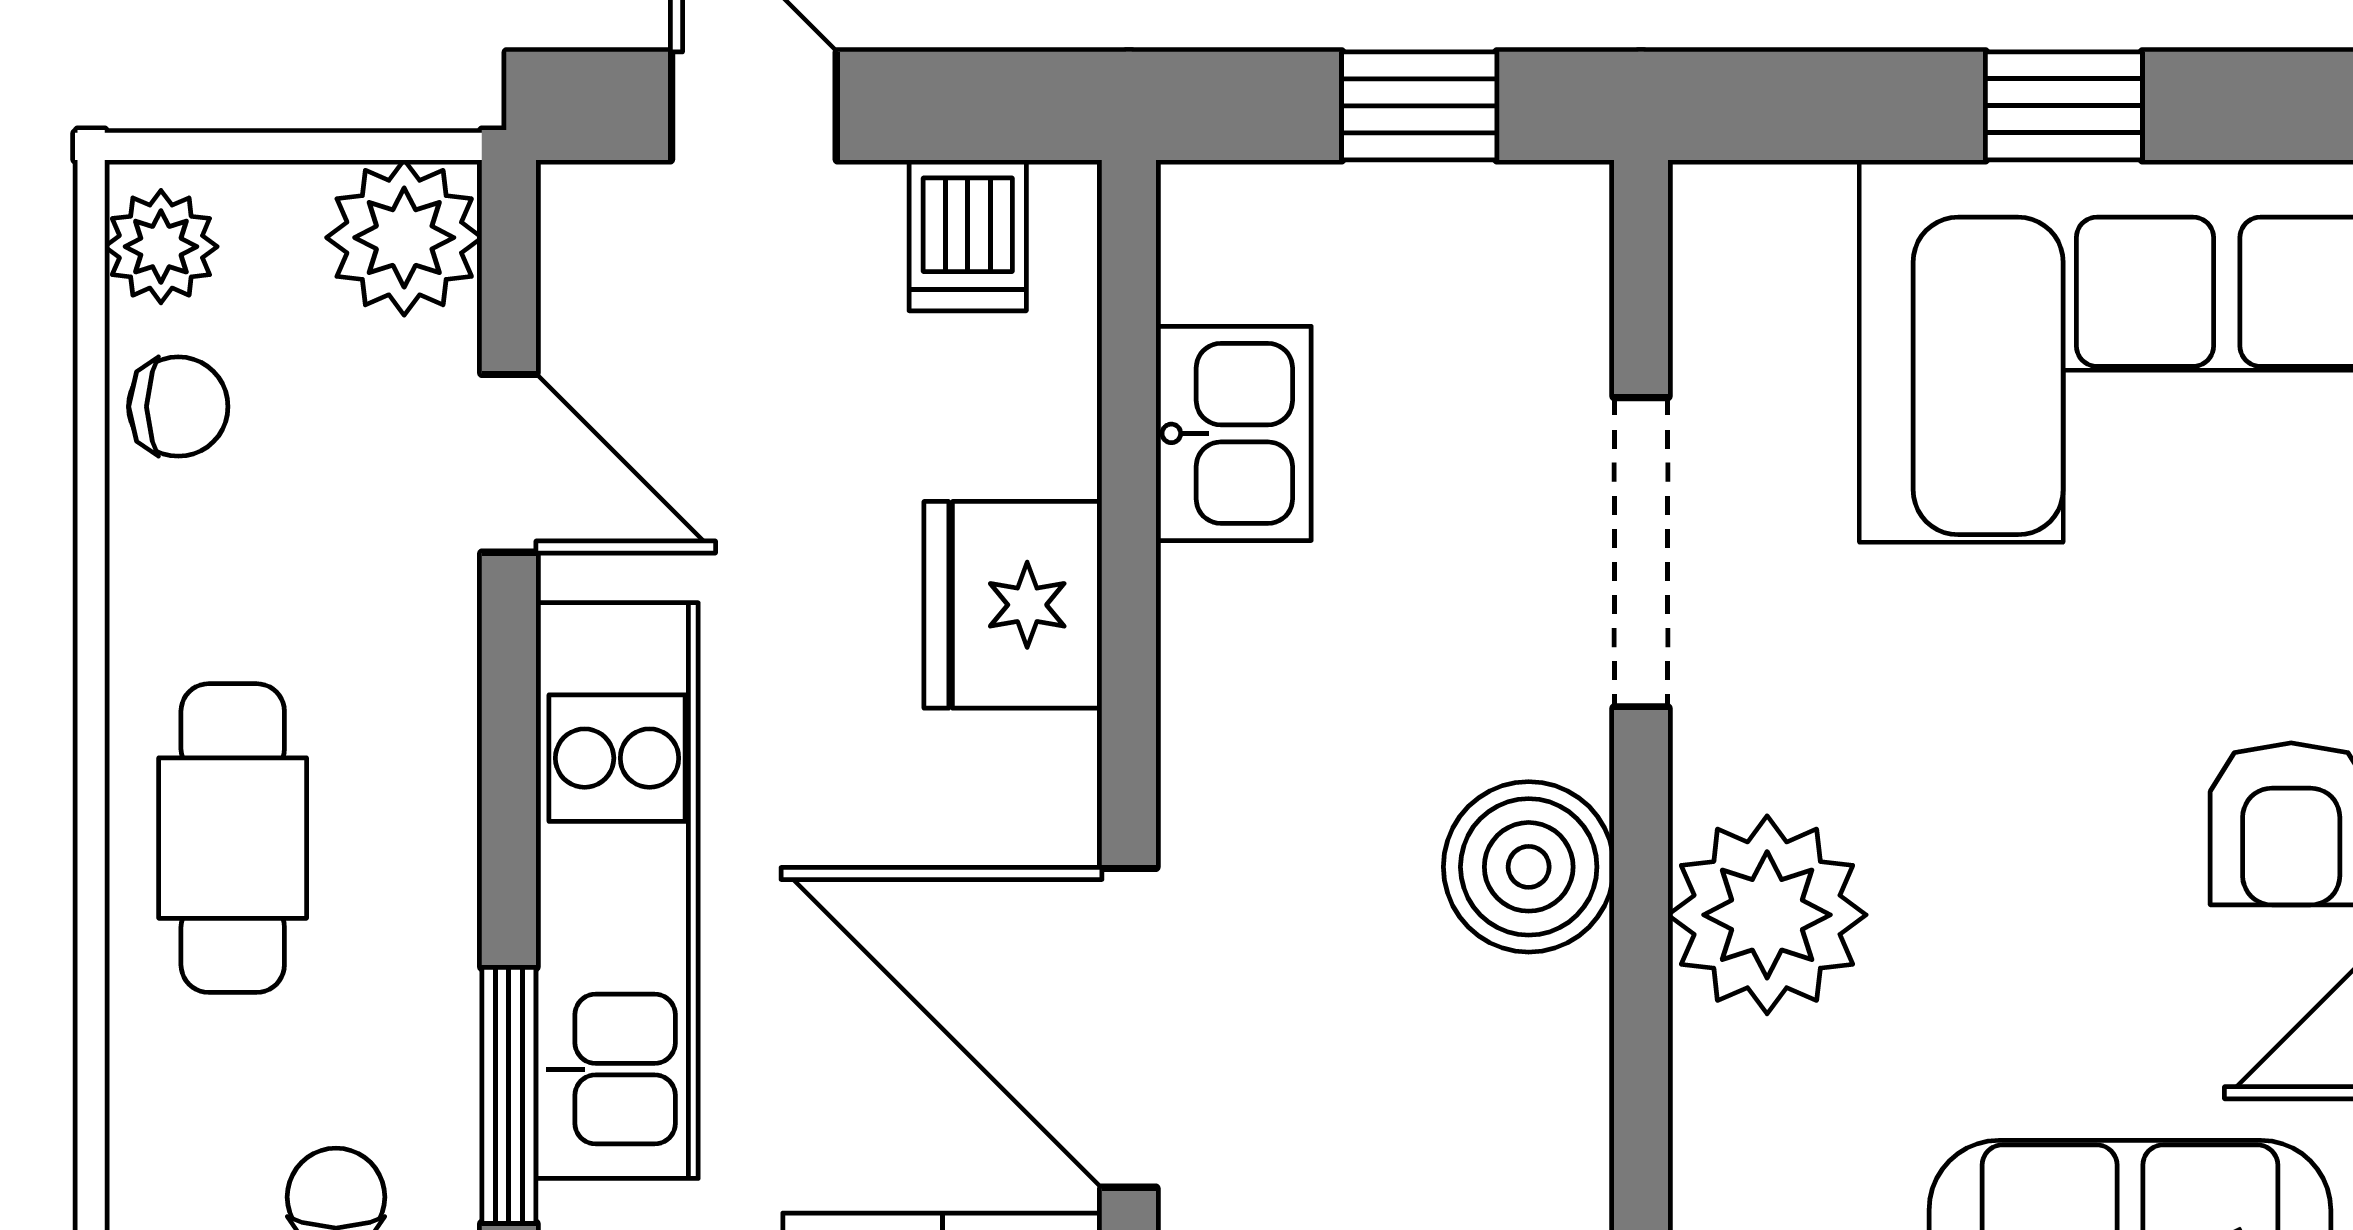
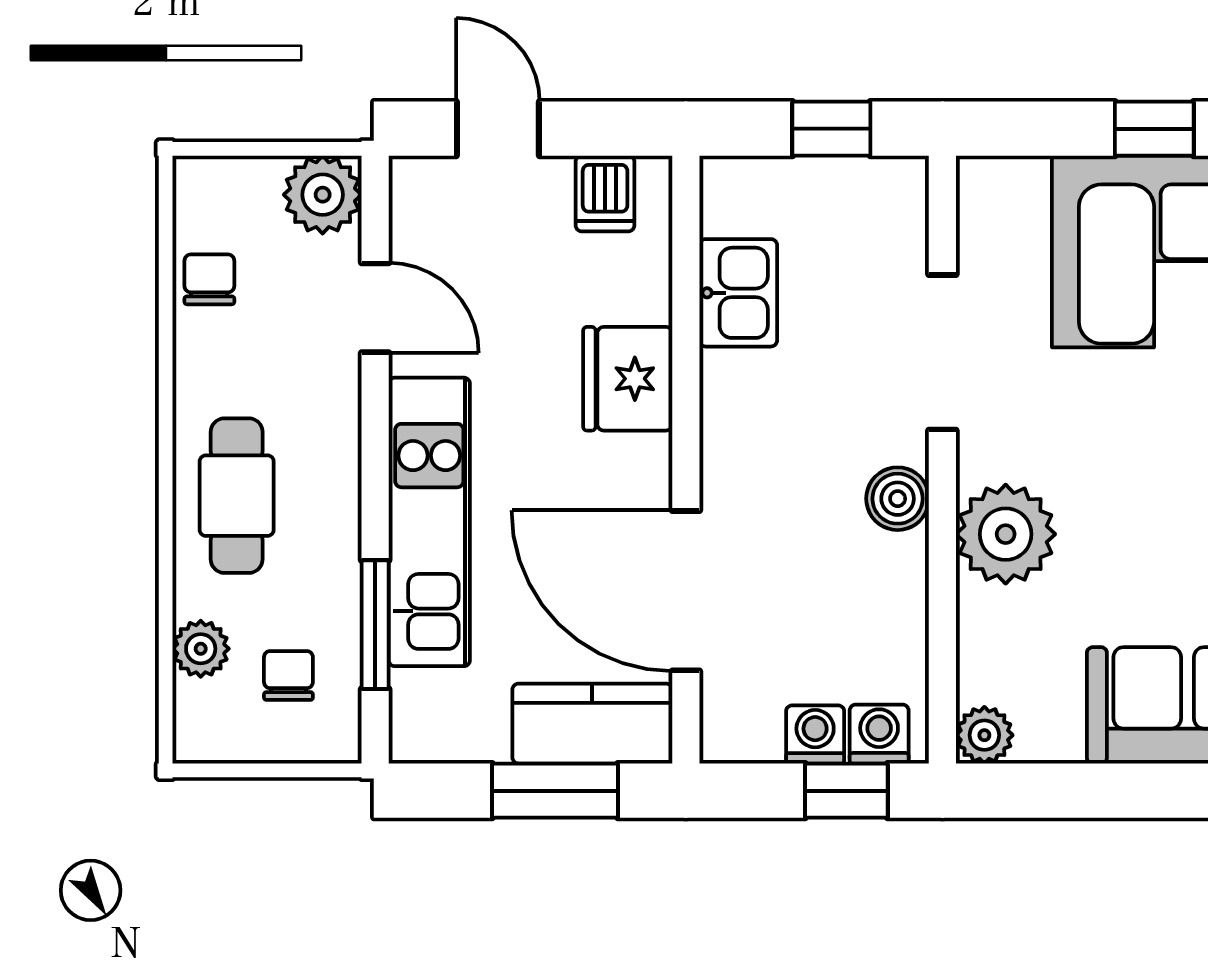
plant: (161, 247) -> (201, 649), moved
chair: (178, 407) -> (209, 279), turned -90
boiler: (1529, 867) -> (898, 499), width x0.73, depth x0.73

